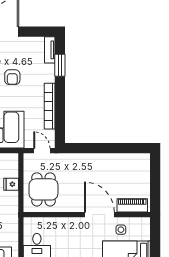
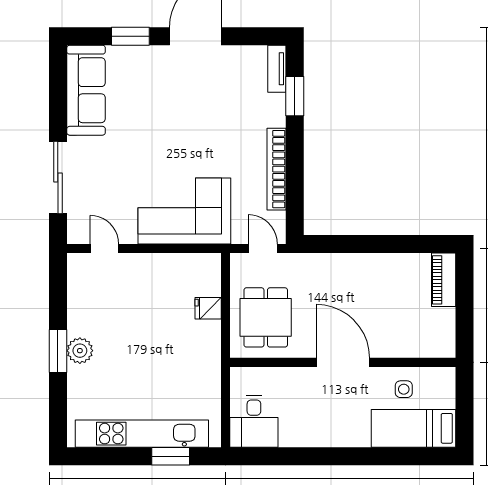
armchair: (12, 77) -> (210, 117), removed
piano: (132, 205) -> (444, 280), moved, turned -90
door: (99, 215) -> (343, 362), moved

